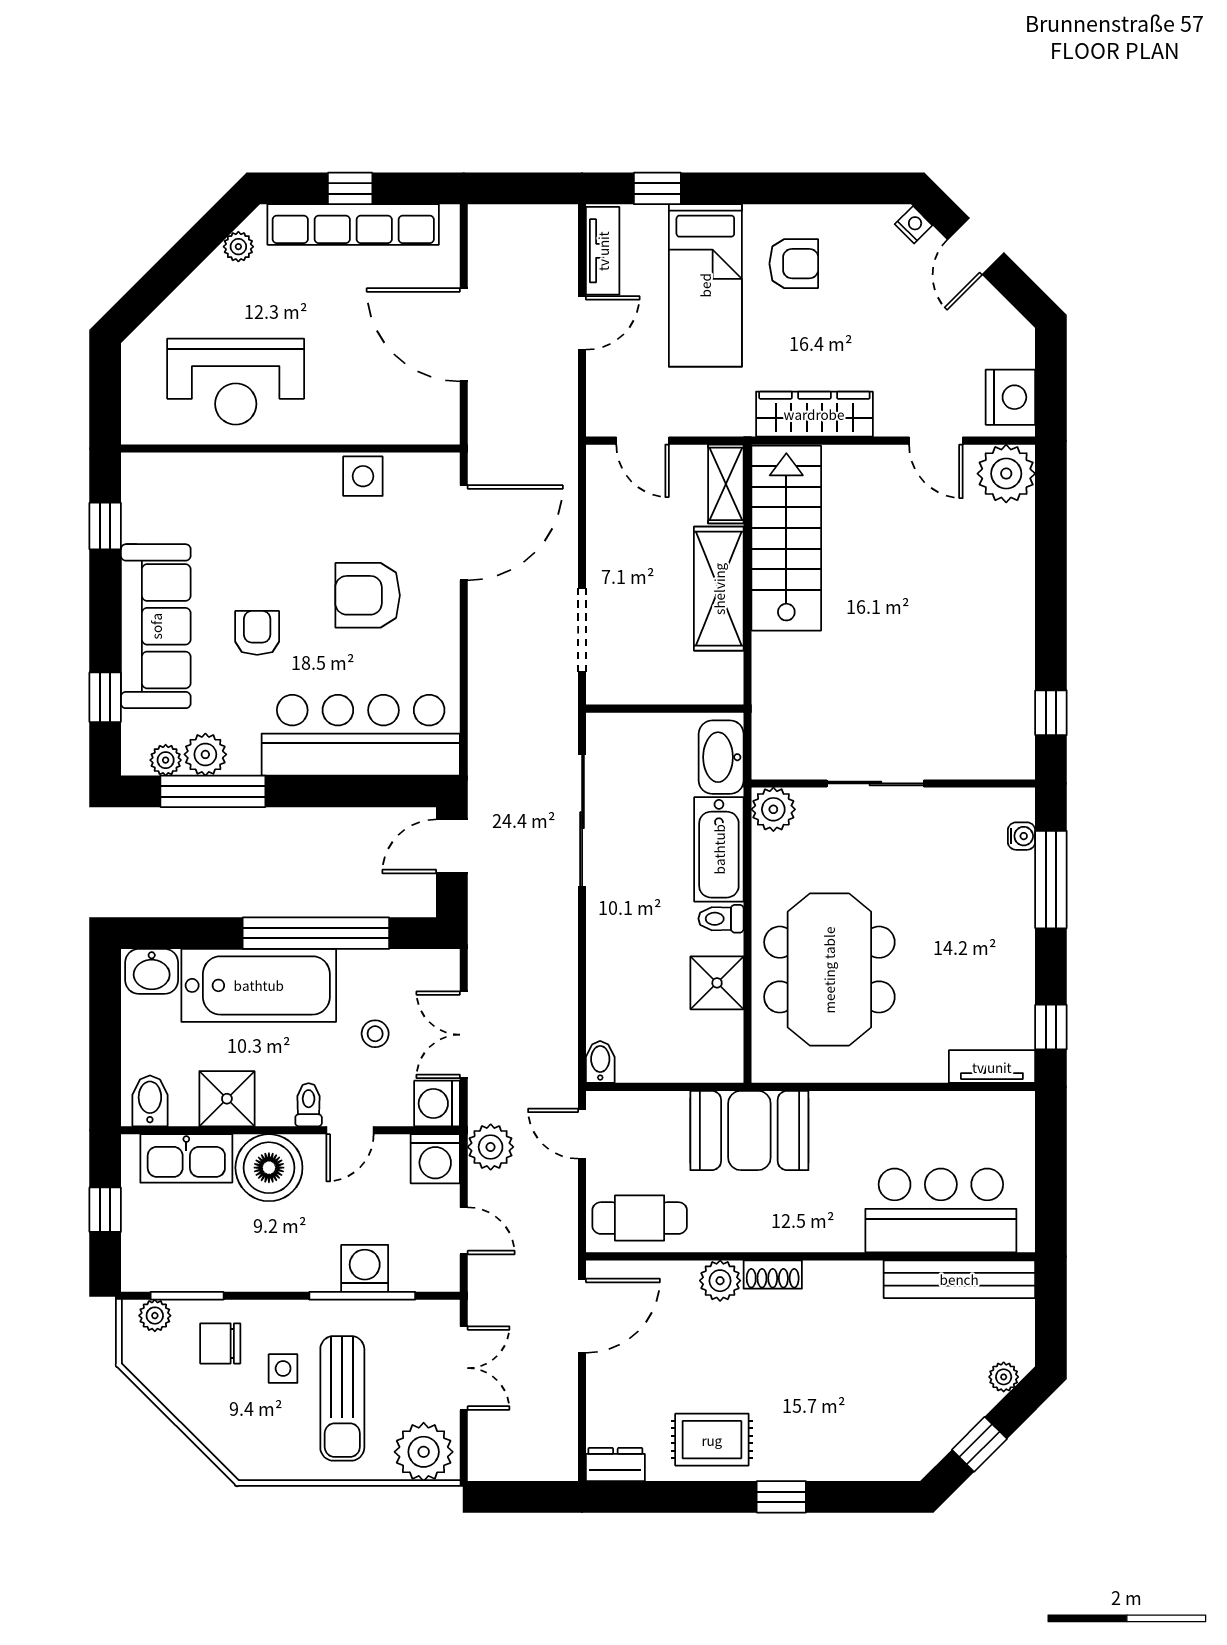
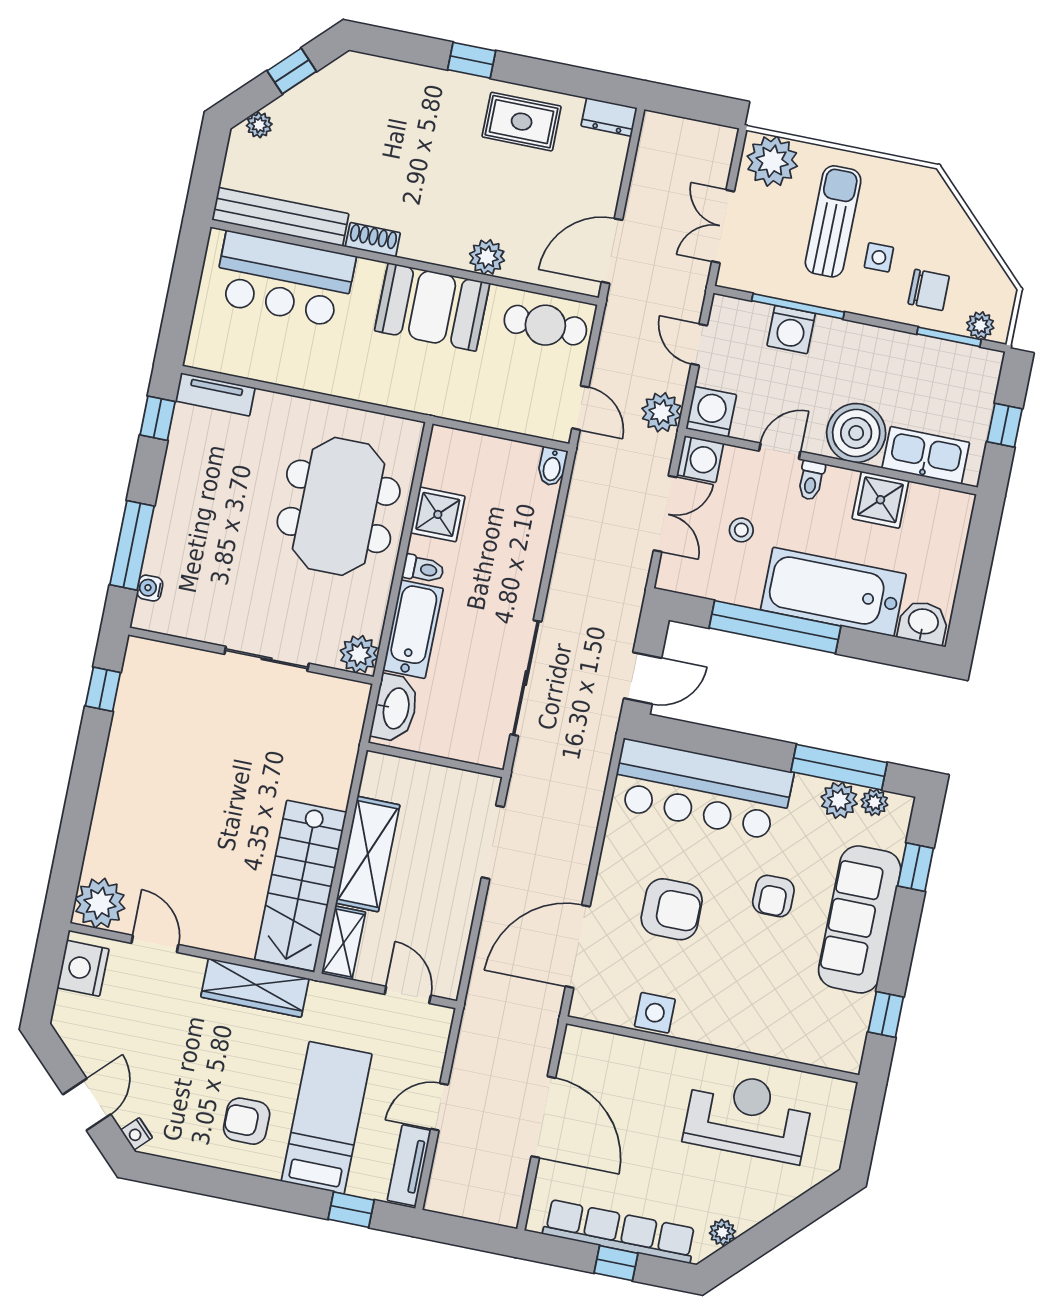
bidet: (150, 1101) -> (947, 511), removed
booth: (749, 1130) -> (432, 307), moved
shoe rack: (773, 1274) -> (373, 240), moved

